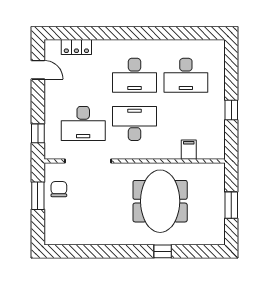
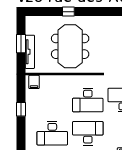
desk: (186, 75) -> (52, 133), turned 180
filing cabinet: (189, 150) -> (34, 82), moved
tv unit: (218, 193) -> (30, 52), added

